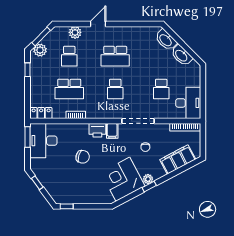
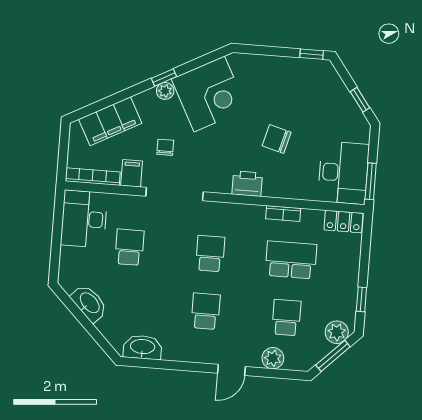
washbasin: (166, 40) -> (143, 347), moved, turned -45
school desk: (115, 56) -> (206, 311), width x0.54
filing cabinet: (112, 131) -> (132, 173), moved

